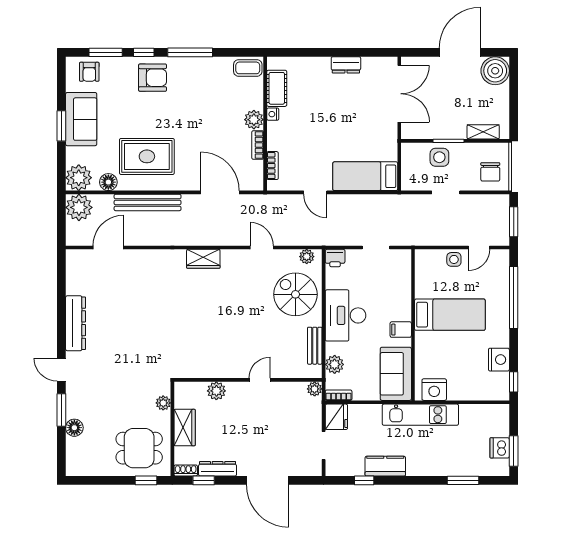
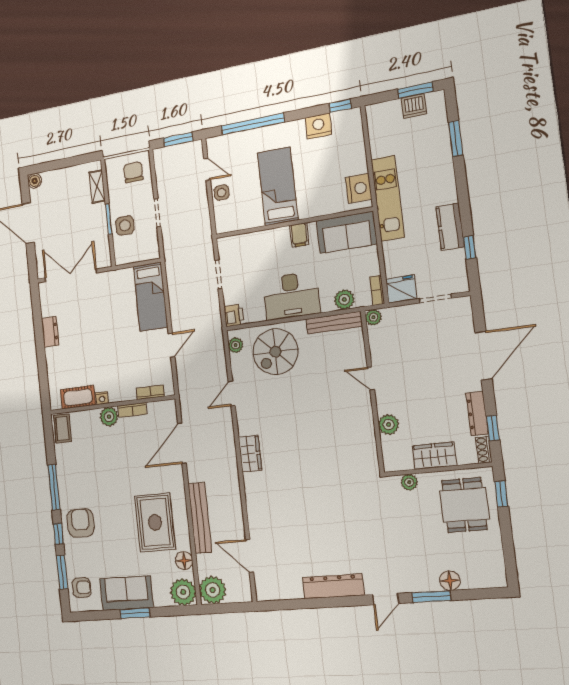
boiler: (495, 71) -> (35, 181), width x0.54, depth x0.54
chair: (490, 172) -> (133, 172), turned -90
bench: (315, 346) -> (334, 323), width x1.36

